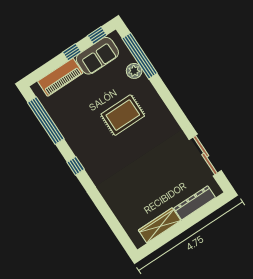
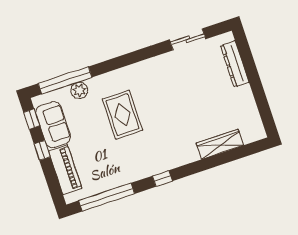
sliding door: (205, 155) -> (188, 39), width x0.73
wardrobe: (160, 225) -> (220, 144), moved, turned 90

